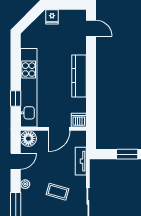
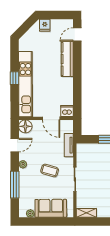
door: (91, 28) -> (77, 35), swing flipped
kitchen counter: (79, 76) -> (67, 59), moved
window: (16, 99) -> (15, 78), moved
door: (59, 129) -> (51, 118), hinge flipped

